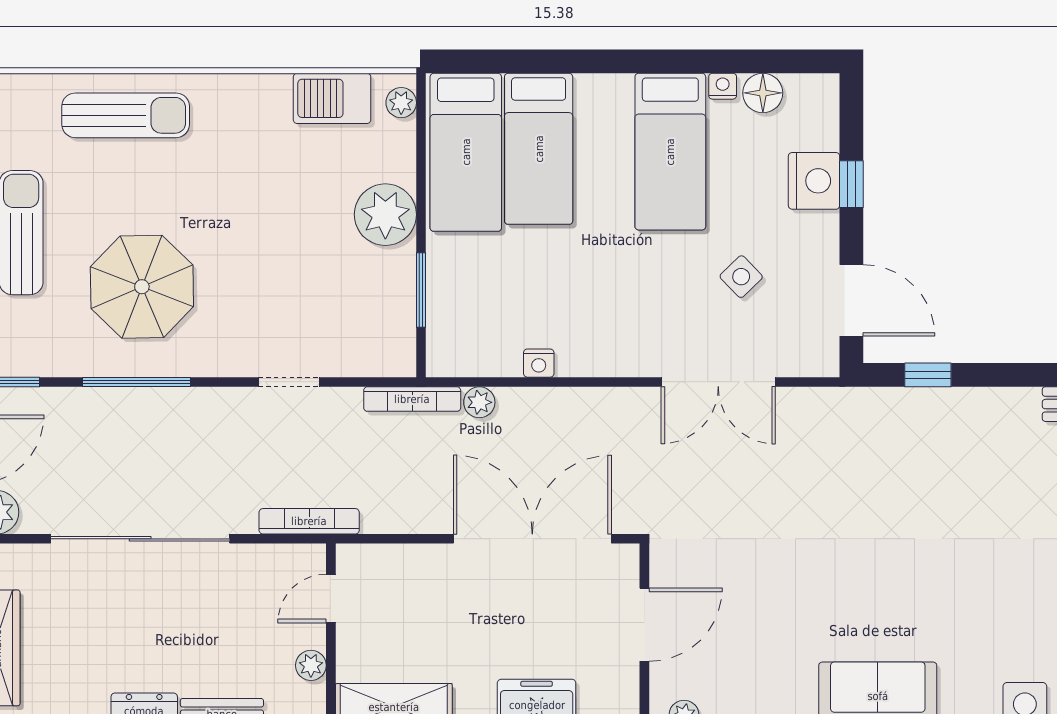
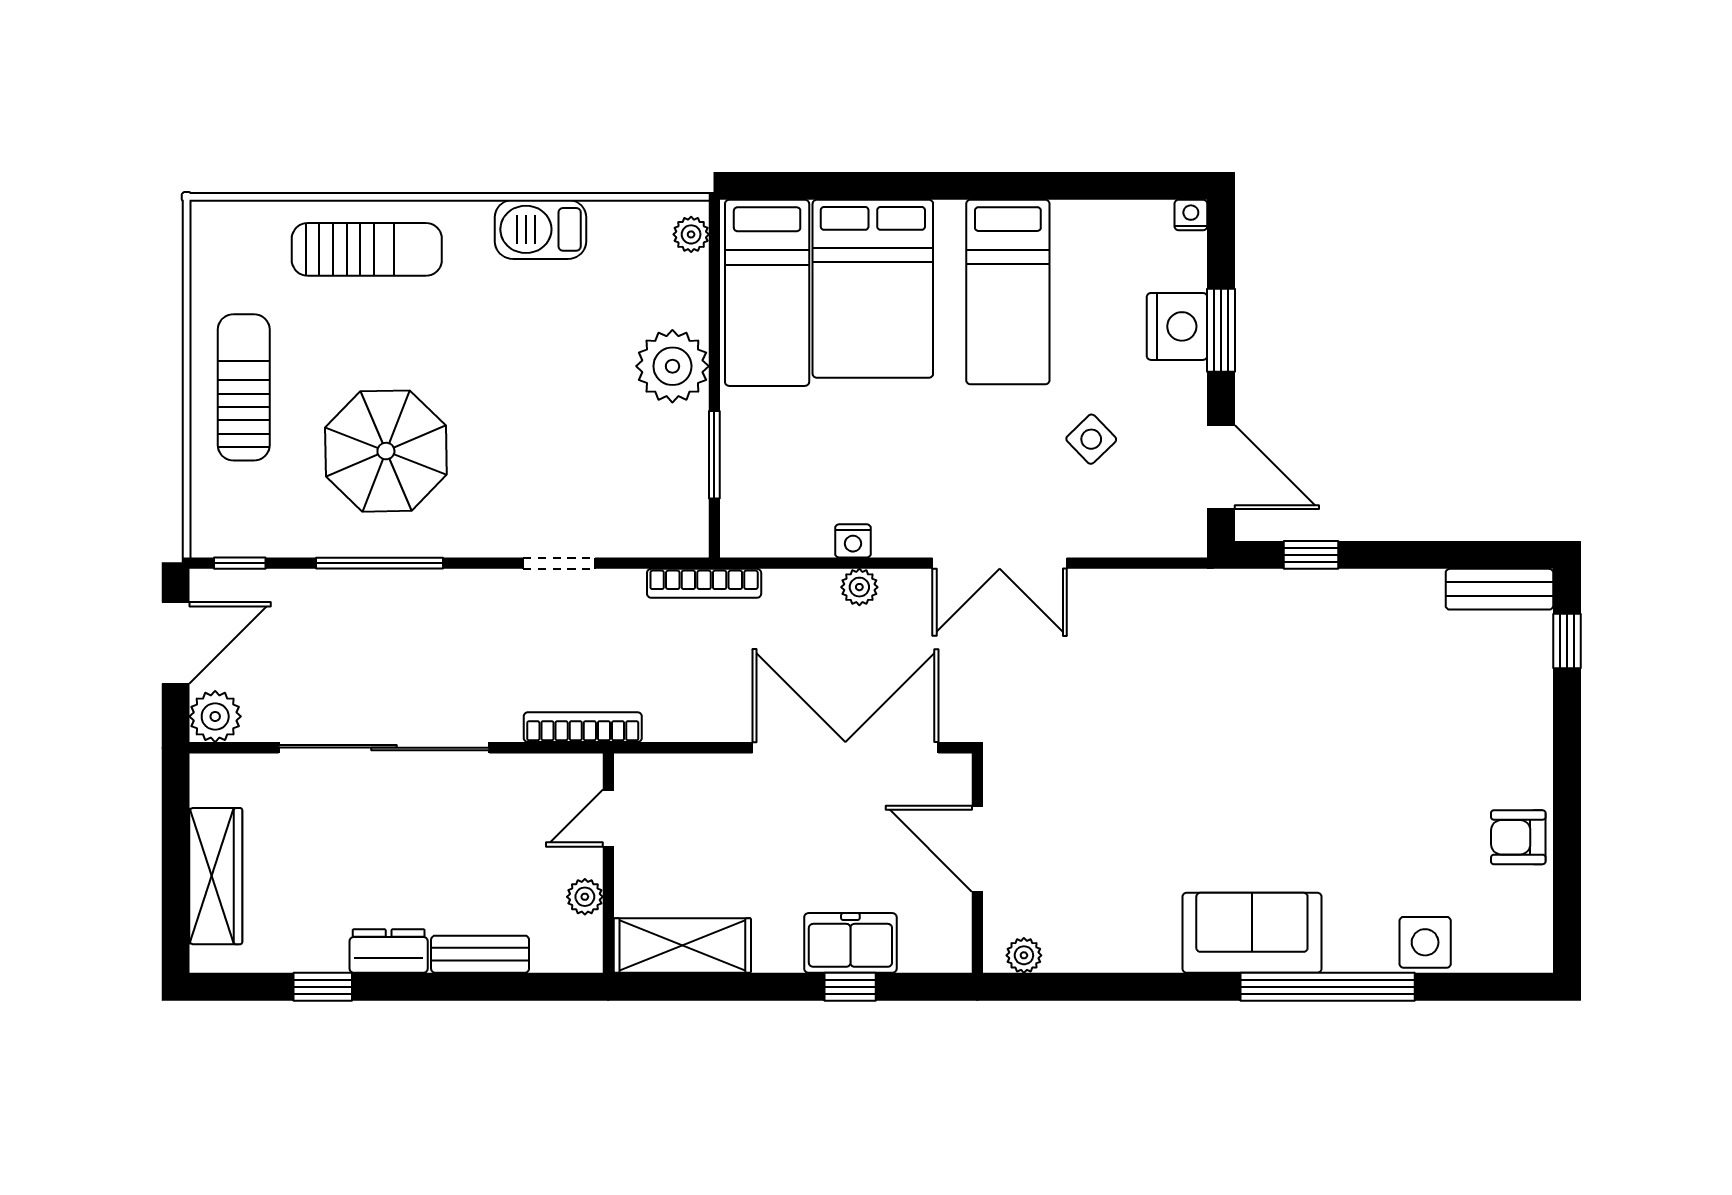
nightstand: (723, 86) -> (1191, 215), moved
floor lamp: (763, 93) -> (1117, 223), removed
barbecue: (332, 98) -> (540, 229), moved
bed: (539, 149) -> (873, 289), width x1.50
window: (851, 184) -> (1221, 330), width x1.50
double door: (718, 382) -> (1000, 563), moved
plant: (479, 402) -> (859, 587), moved
door: (644, 625) -> (977, 849), swing flipped

